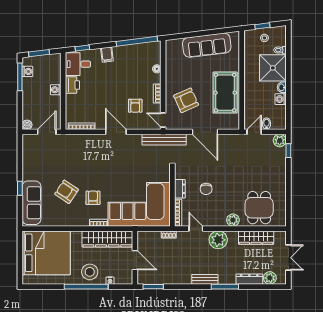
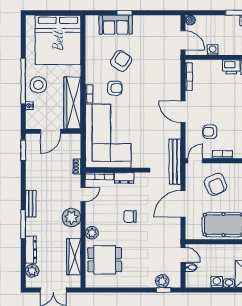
washing machine: (56, 90) -> (213, 50), moved
door: (116, 132) -> (183, 112), swing flipped
plant: (280, 140) -> (162, 281), moved
chair: (206, 189) -> (130, 216), moved
sofa: (31, 203) -> (116, 25), width x0.73

